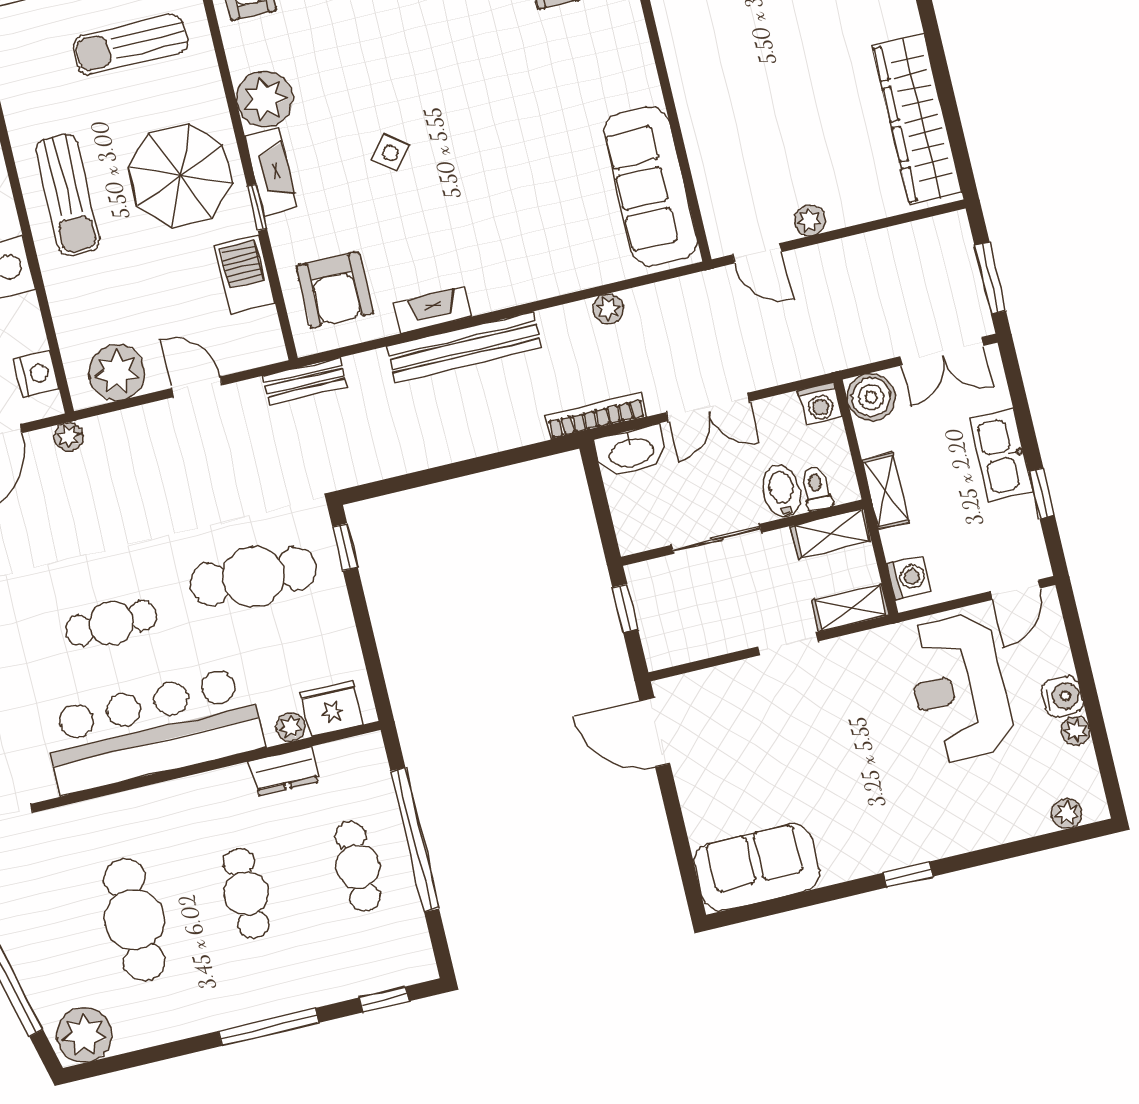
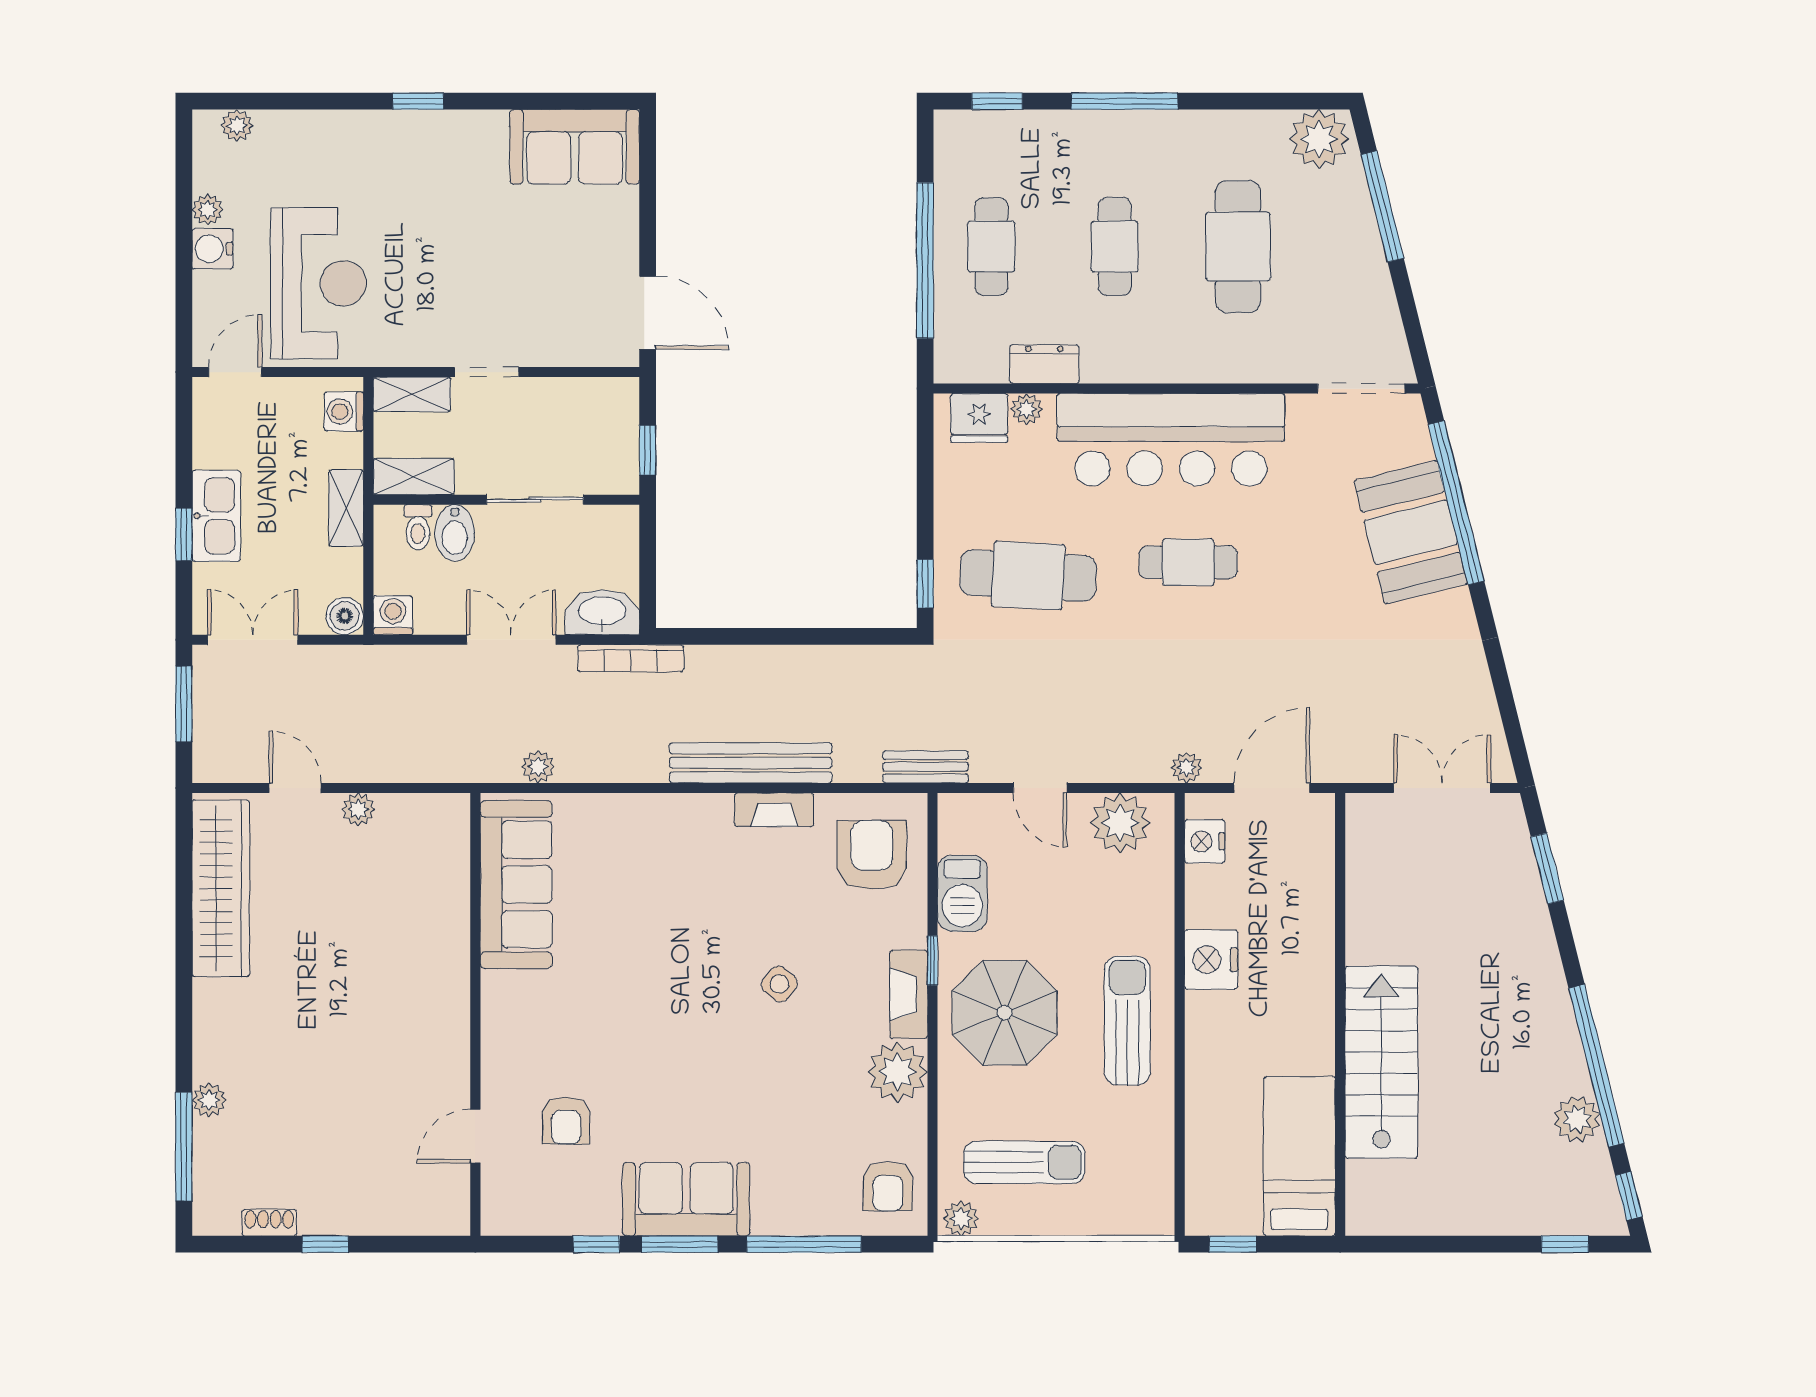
door: (757, 253) -> (295, 788), moved
plant: (608, 309) -> (538, 767), moved
boiler: (871, 397) -> (345, 616), width x0.73, depth x0.73
window: (1041, 493) -> (184, 535), moved

